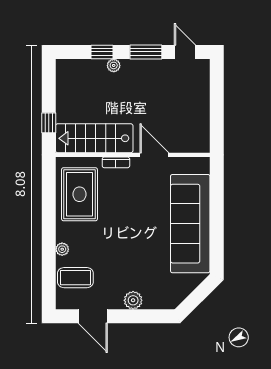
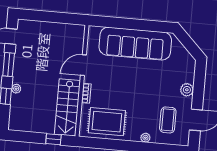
coffee table: (75, 278) -> (168, 120), moved

